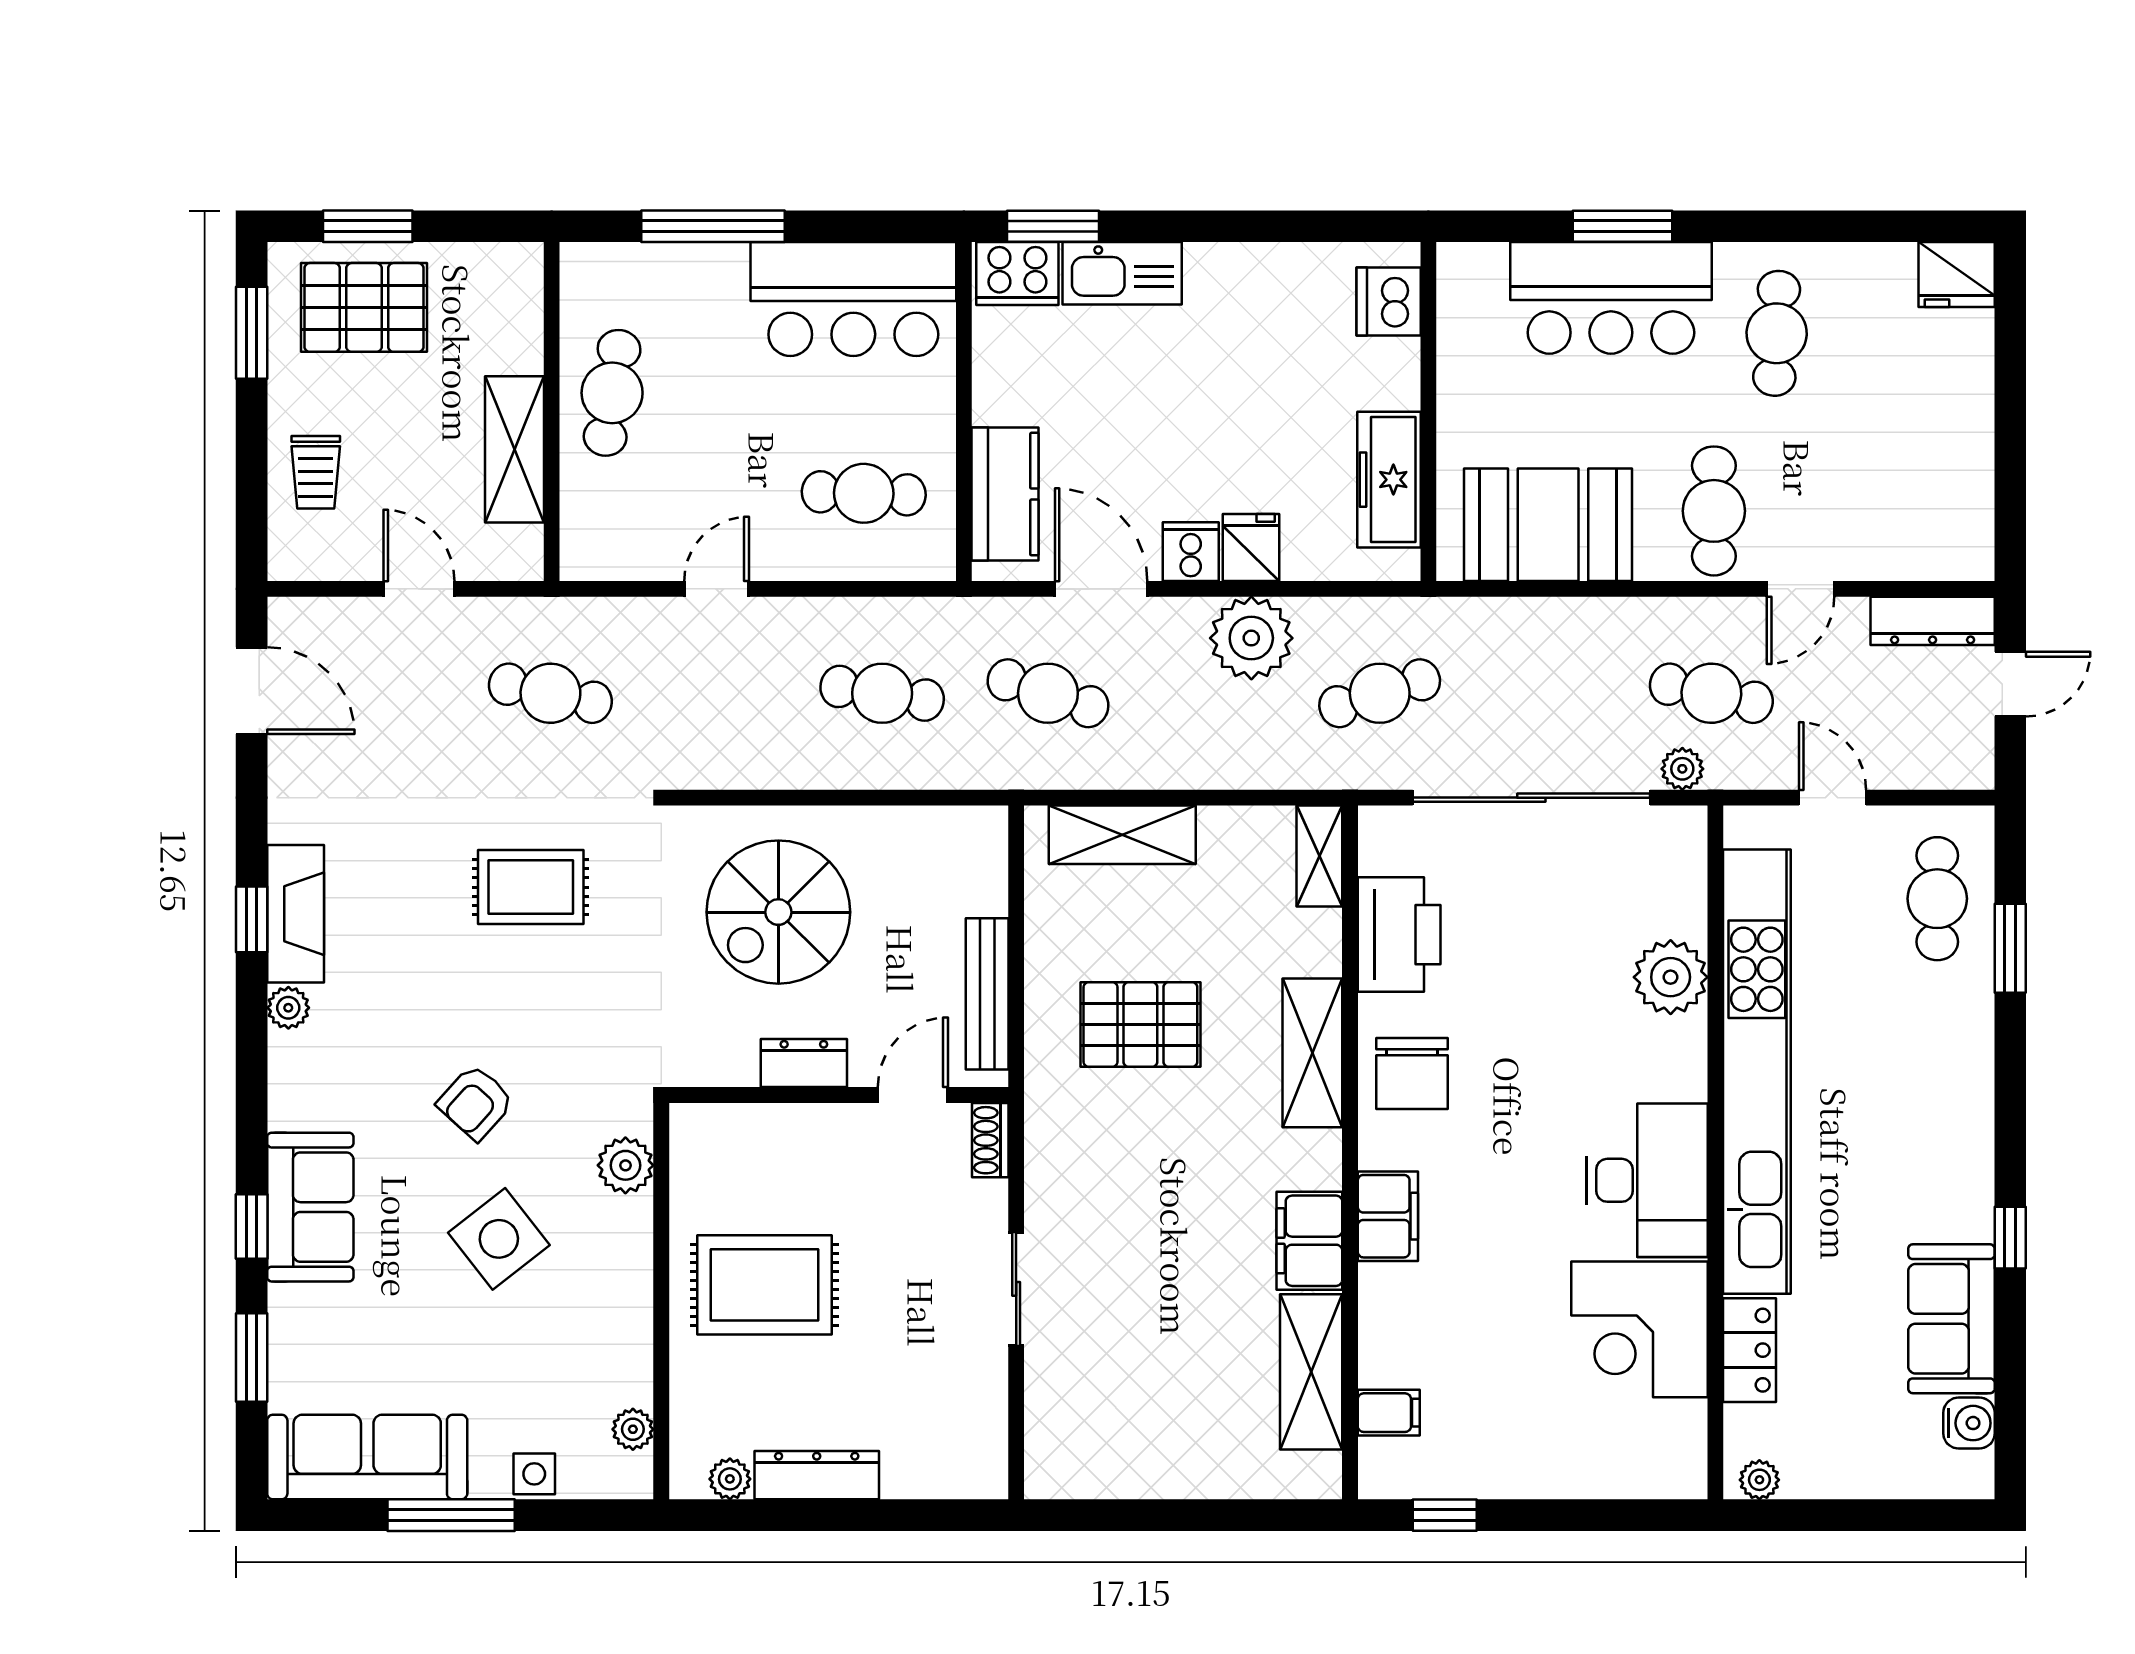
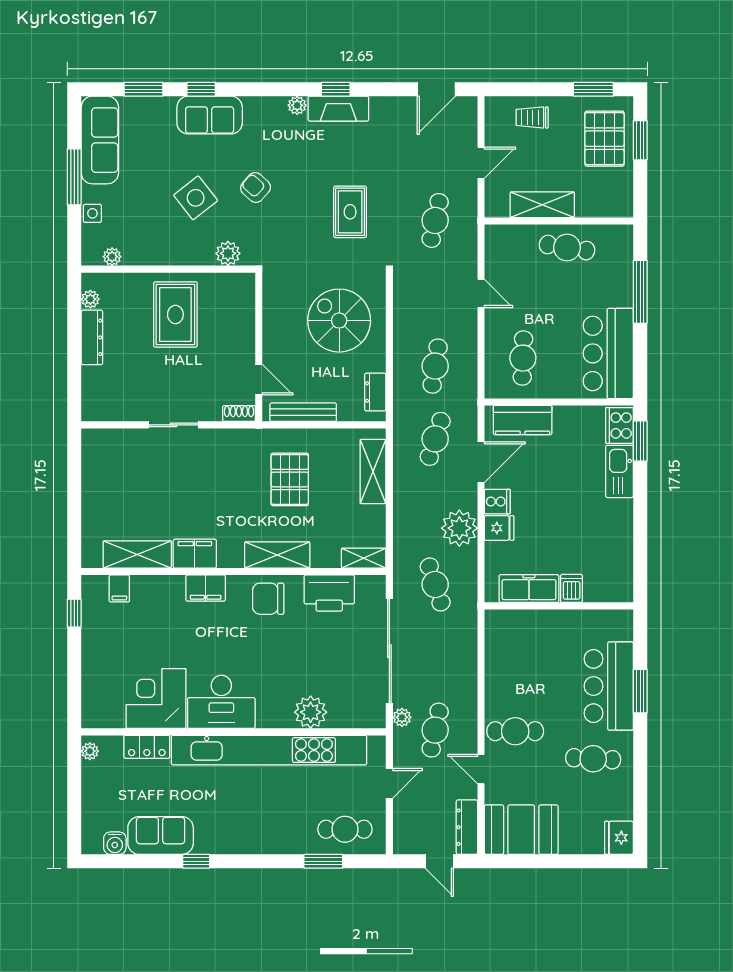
dishwasher: (1389, 302) -> (572, 588), moved, width x0.73
booth: (1548, 525) -> (521, 830), moved, turned 90
dresser: (804, 1063) -> (375, 392), moved, turned 180

